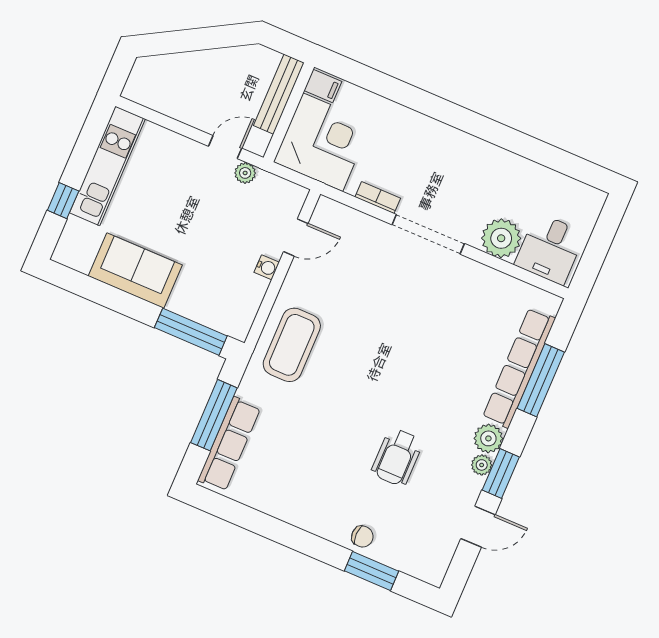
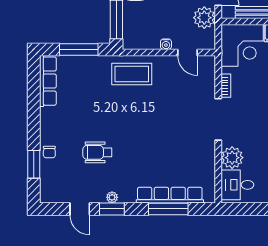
plant: (245, 173) -> (204, 18), width x1.87, depth x1.87
plant: (488, 438) -> (127, 195), removed
row of seats: (229, 444) -> (48, 81), moved, turned -90

